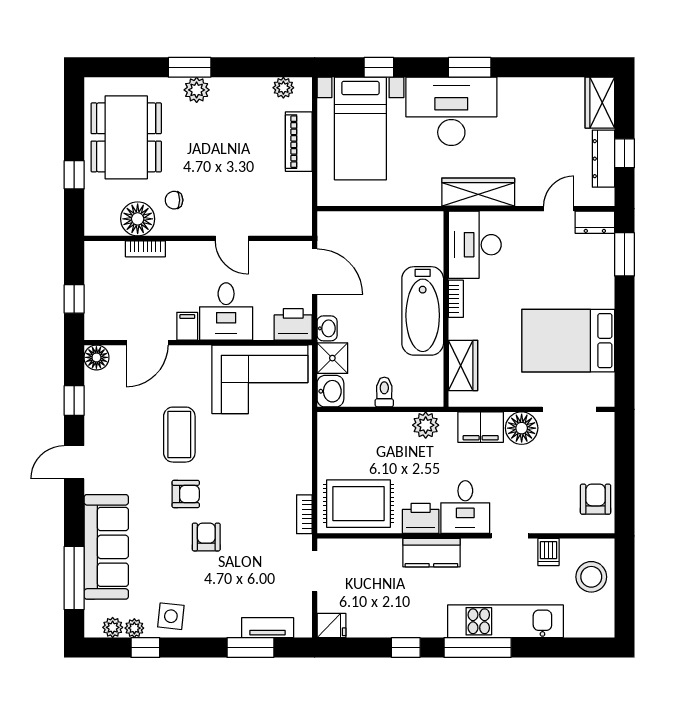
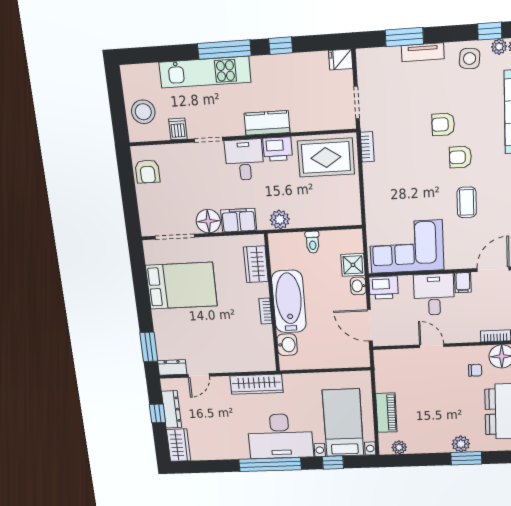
window: (470, 67) -> (270, 465), width x2.11
desk: (475, 245) -> (255, 349), removed
washbasin: (330, 391) -> (287, 345), moved, turned 180
coffee table: (179, 435) -> (467, 202), width x0.73, depth x0.77
armchair: (206, 537) -> (443, 124), turned 90
tv unit: (268, 628) -> (423, 52), moved

